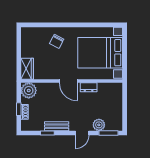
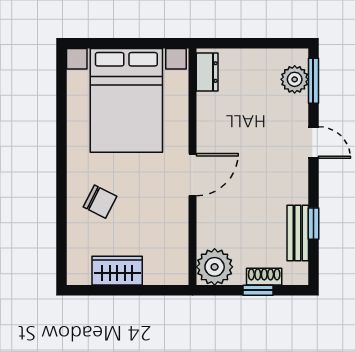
wardrobe: (27, 69) -> (117, 271), moved
dresser: (89, 87) -> (207, 72), moved
plant: (99, 125) -> (295, 79), moved
bench: (57, 126) -> (298, 233), moved

